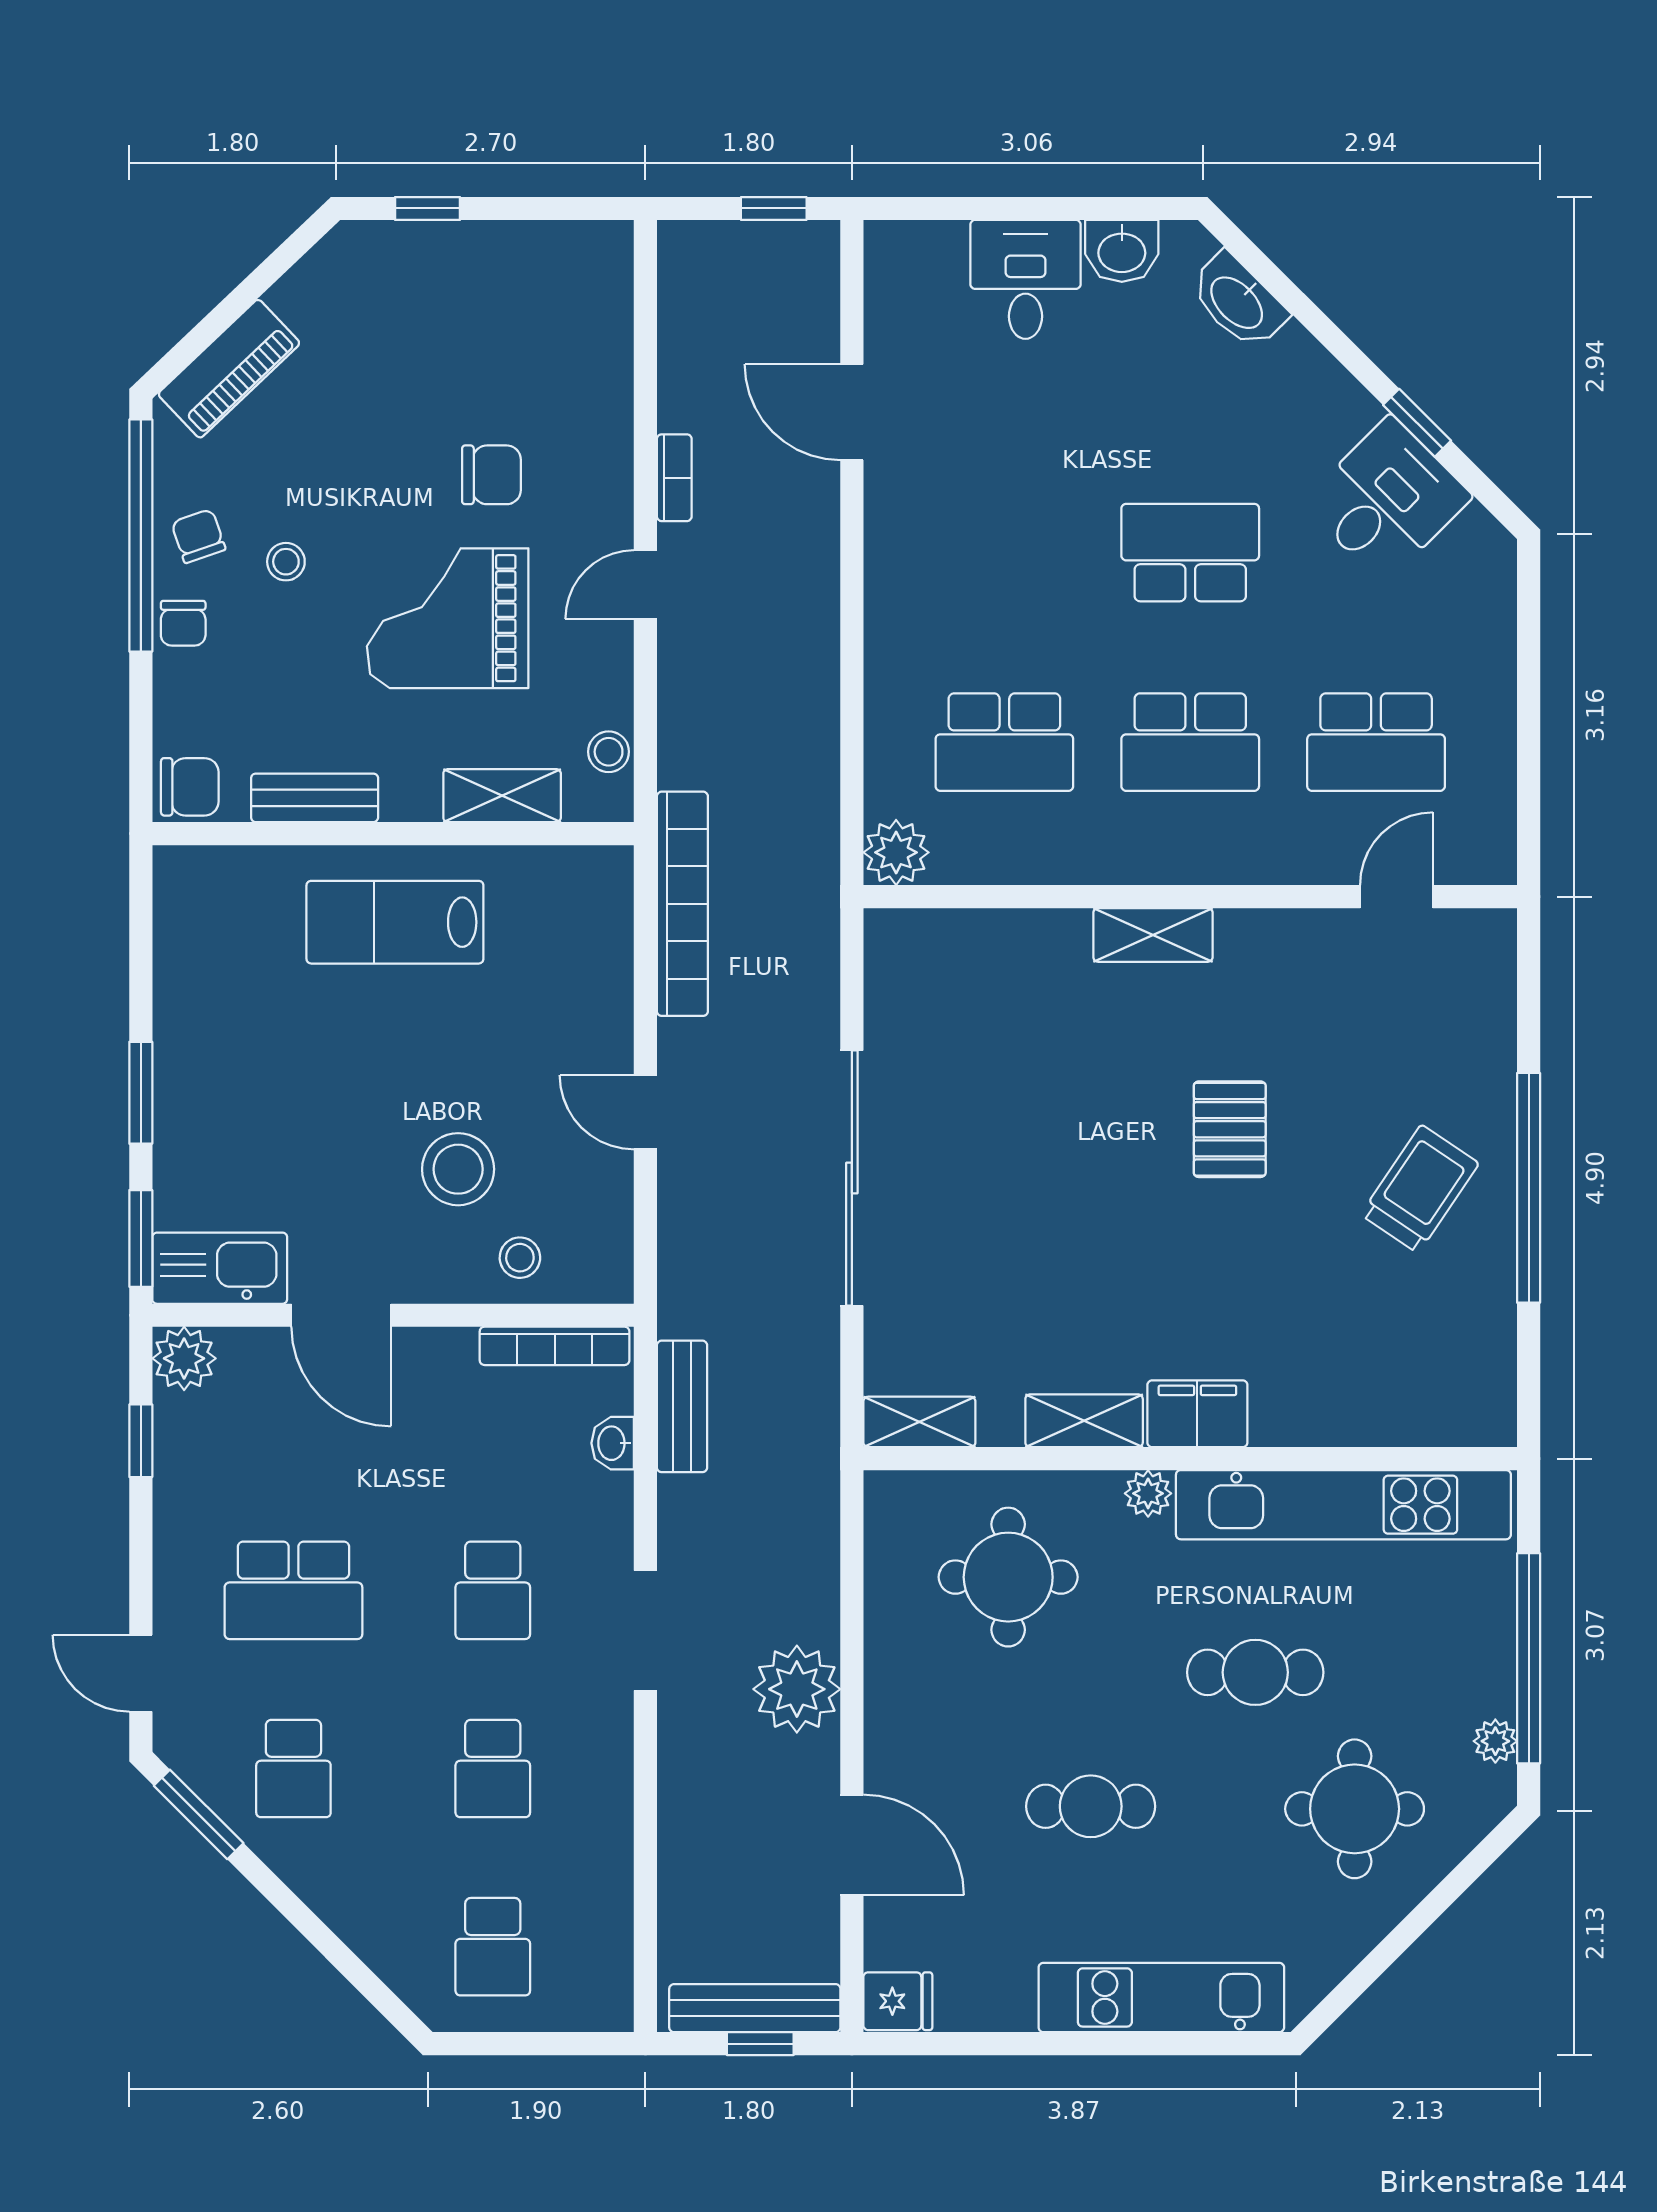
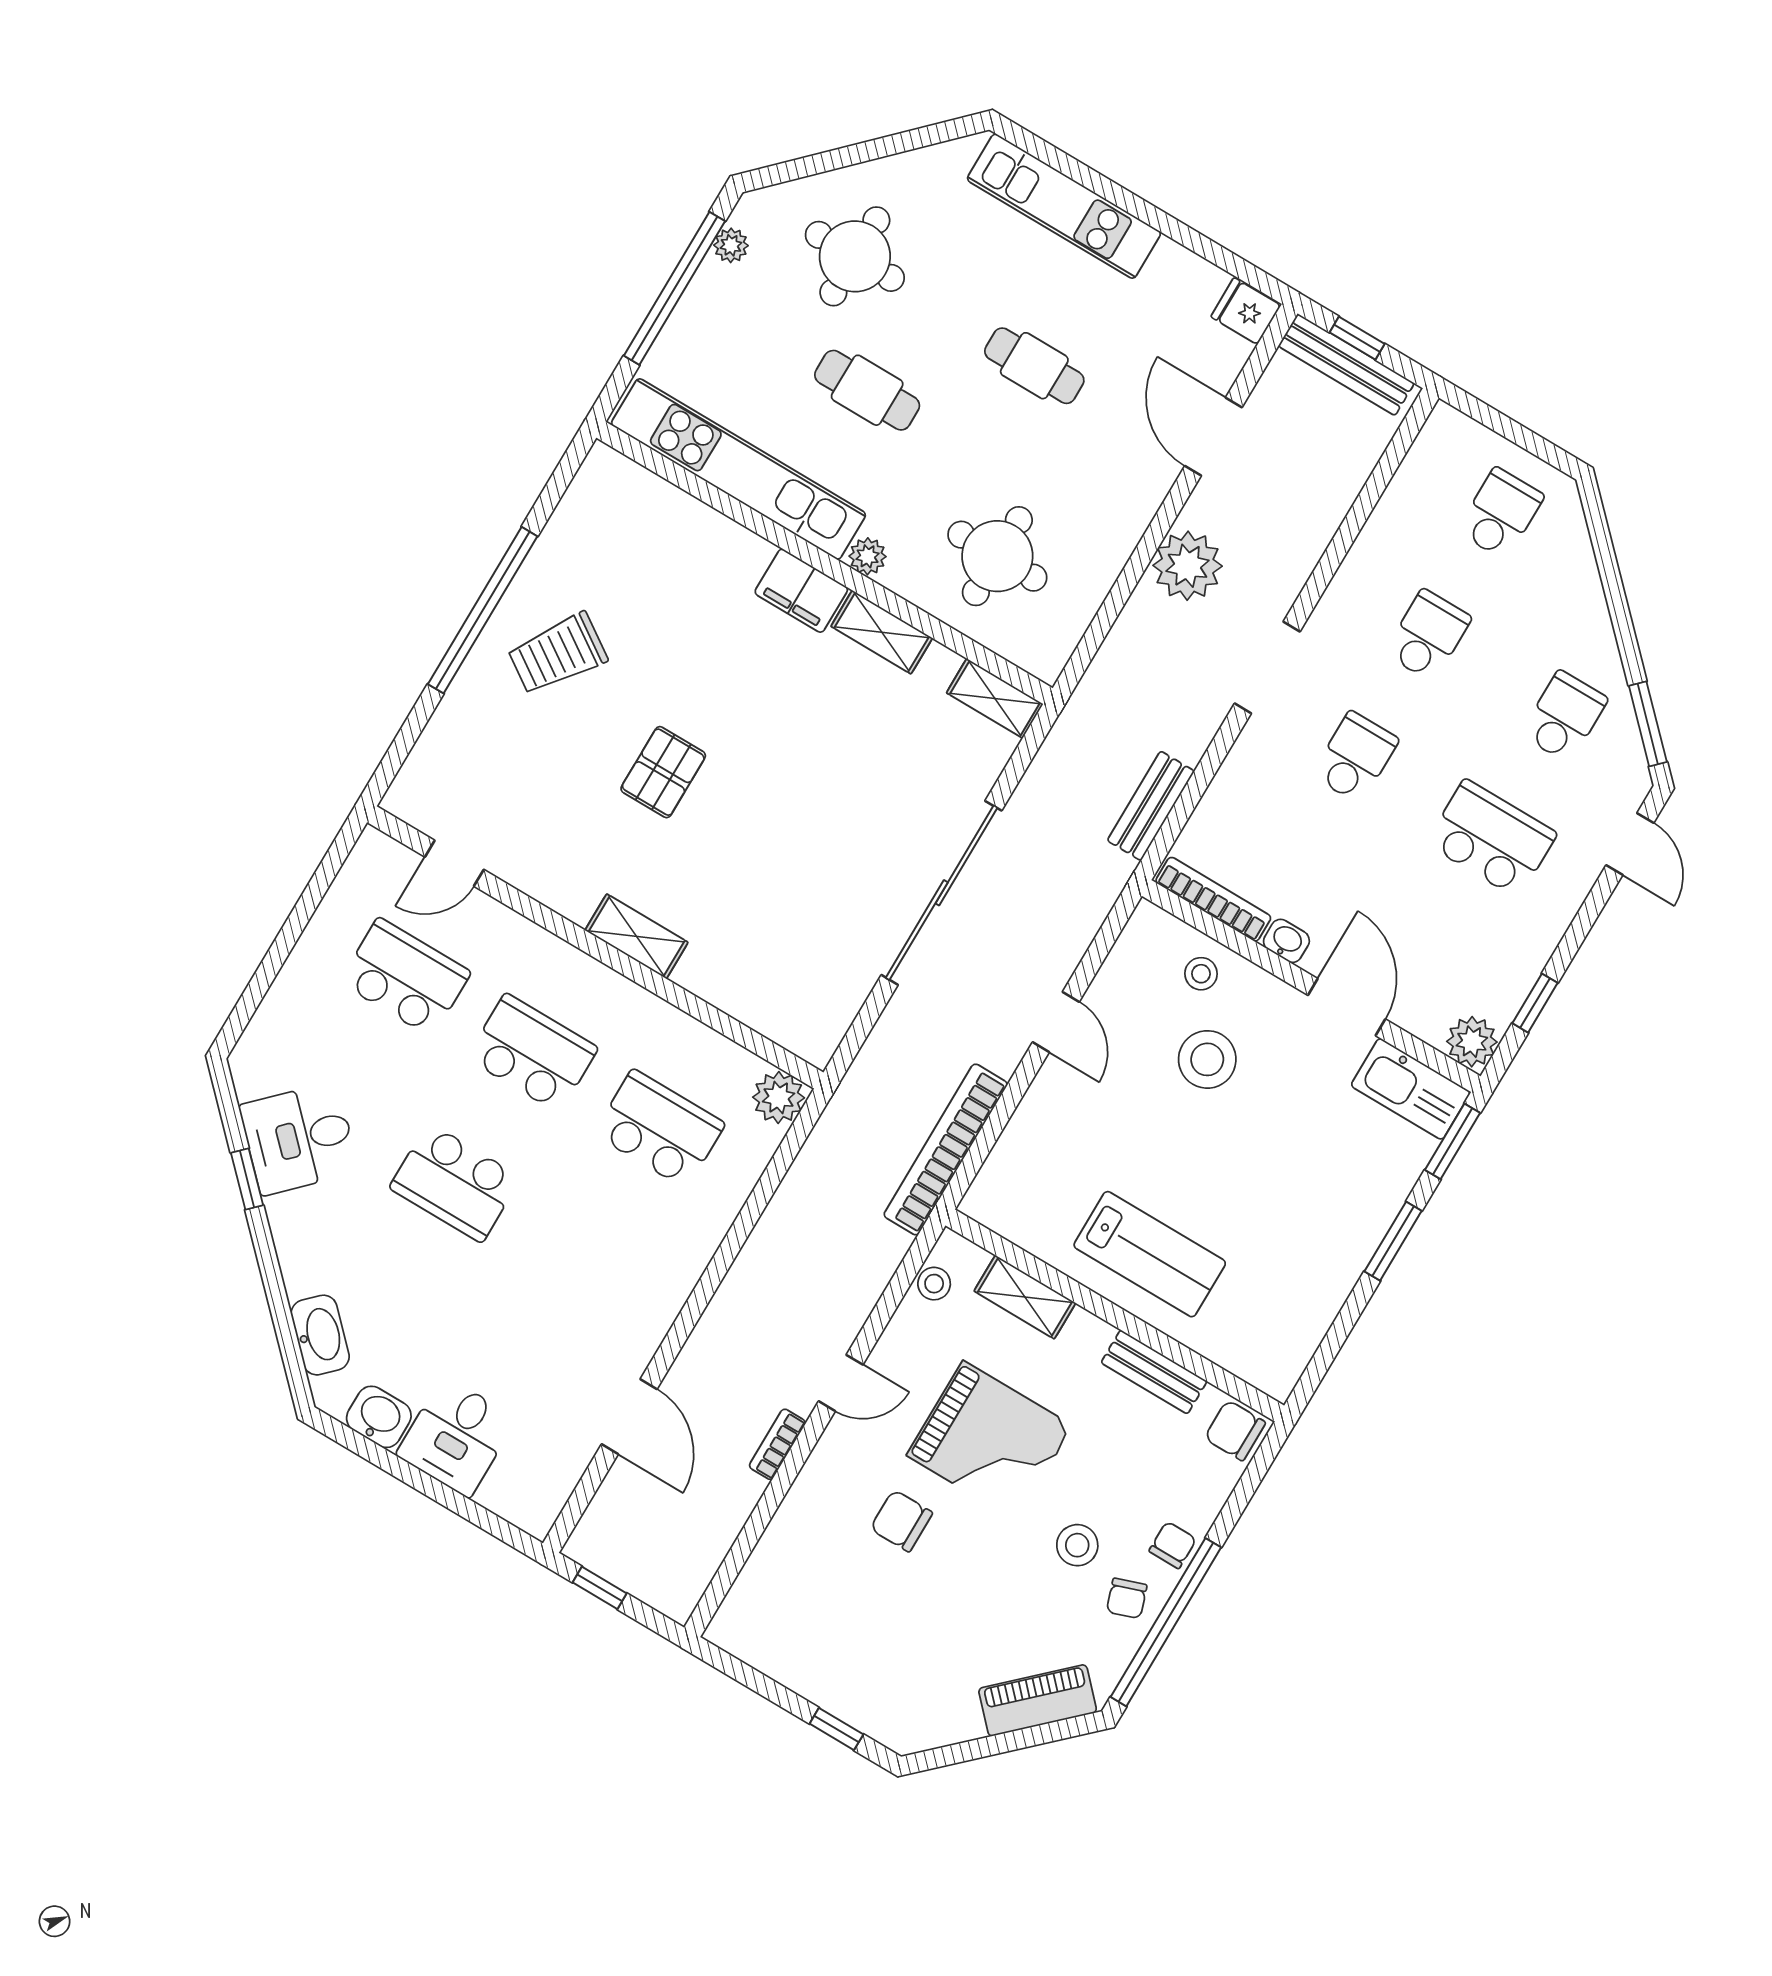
stool: (286, 562) -> (1077, 1545), width x1.37, depth x1.37
washbasin: (613, 1443) -> (1286, 941), moved, turned -90

